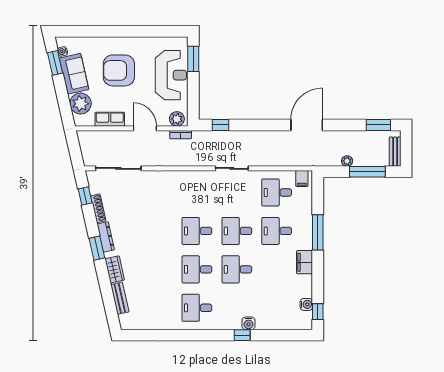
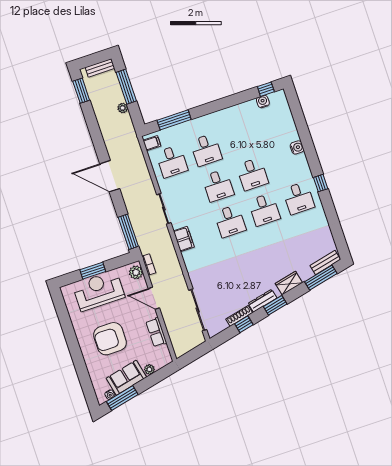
window: (193, 59) -> (93, 271), moved
window: (55, 63) -> (122, 398), width x1.44
armchair: (119, 70) -> (110, 339), turned 90
plant: (81, 104) -> (149, 369), width x0.53, depth x0.53
window: (221, 125) -> (128, 232), width x2.17
door: (307, 125) -> (110, 176), moved
door: (145, 128) -> (154, 298), hinge flipped
window: (85, 196) -> (244, 324), moved
window: (318, 232) -> (174, 120), moved
filing cabinet: (305, 262) -> (184, 239), moved, turned -90
bench: (120, 298) -> (325, 262), moved
window: (109, 303) -> (321, 278), added
window: (242, 335) -> (321, 183), moved

